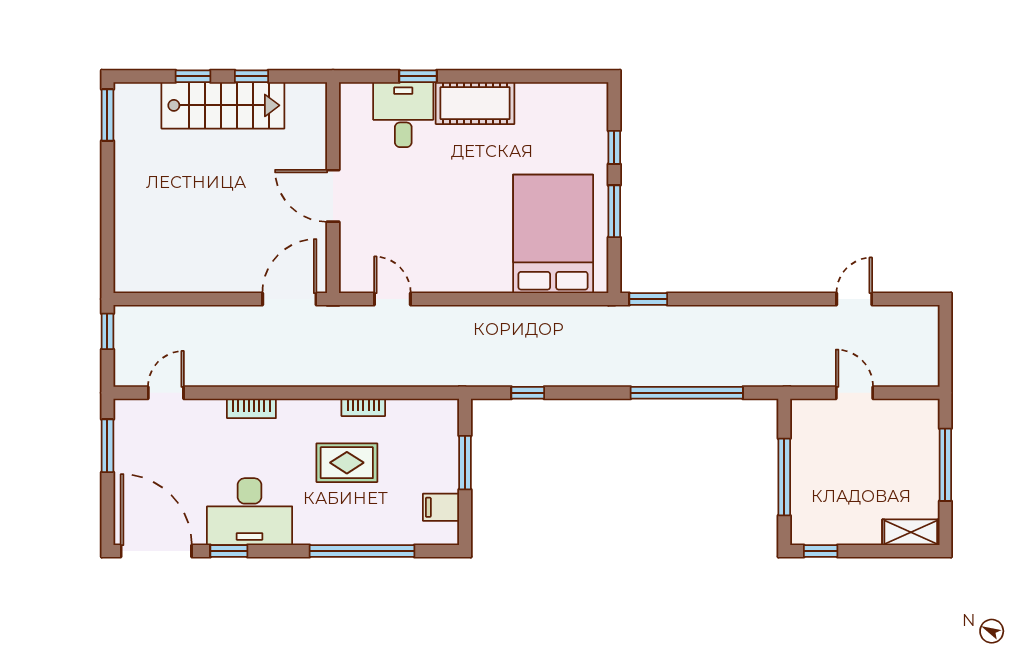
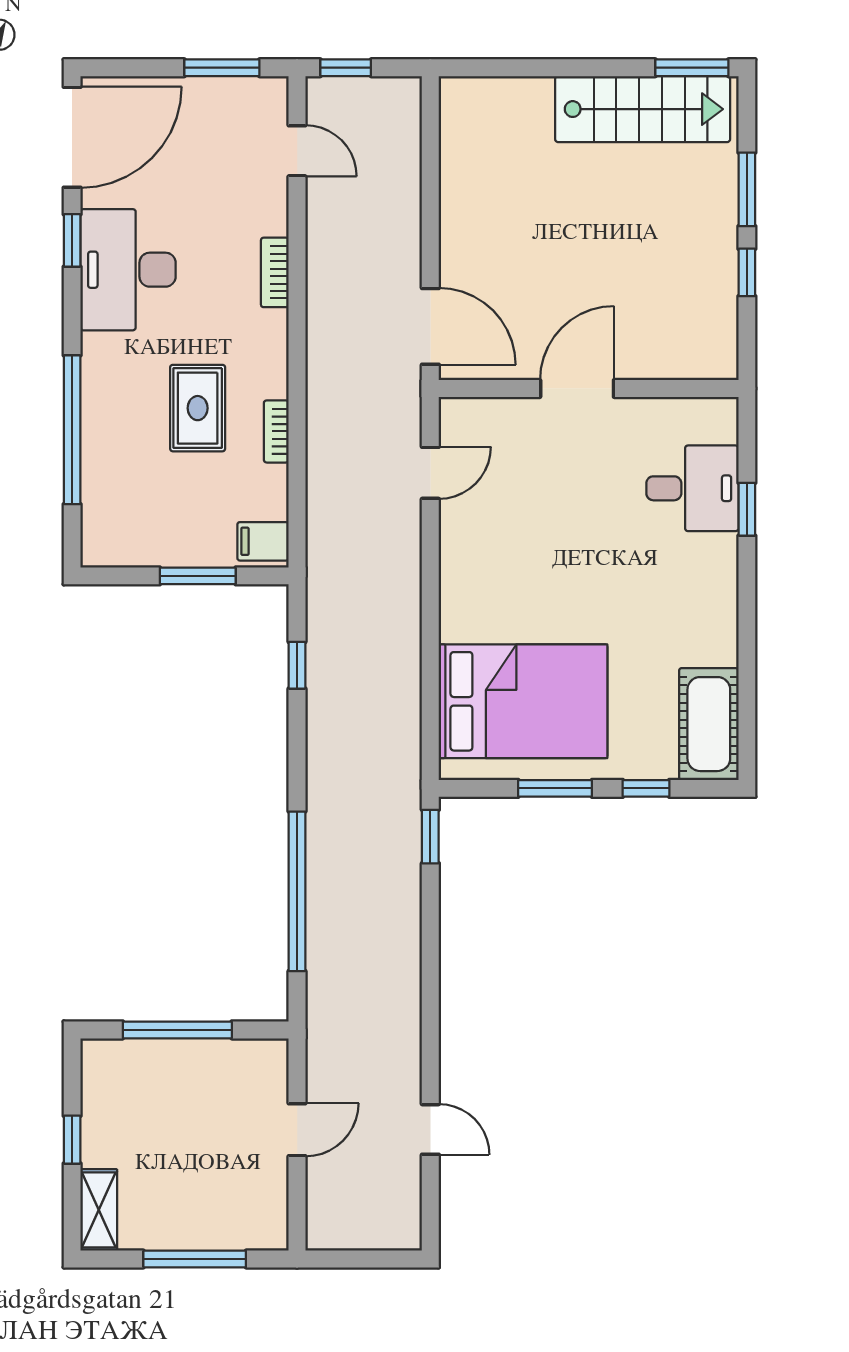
window: (193, 76) -> (747, 189), width x1.50
cot: (475, 103) -> (709, 724), moved
stairs: (223, 105) -> (643, 109), moved, turned -90
window: (107, 331) -> (346, 68), moved
filing cabinet: (441, 507) -> (263, 541), moved, turned -90
window: (821, 551) -> (72, 1140), moved

